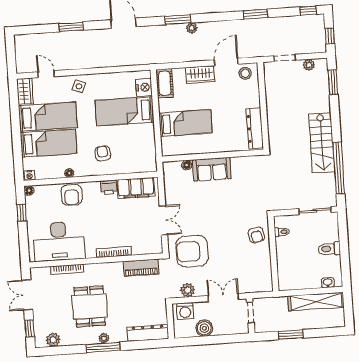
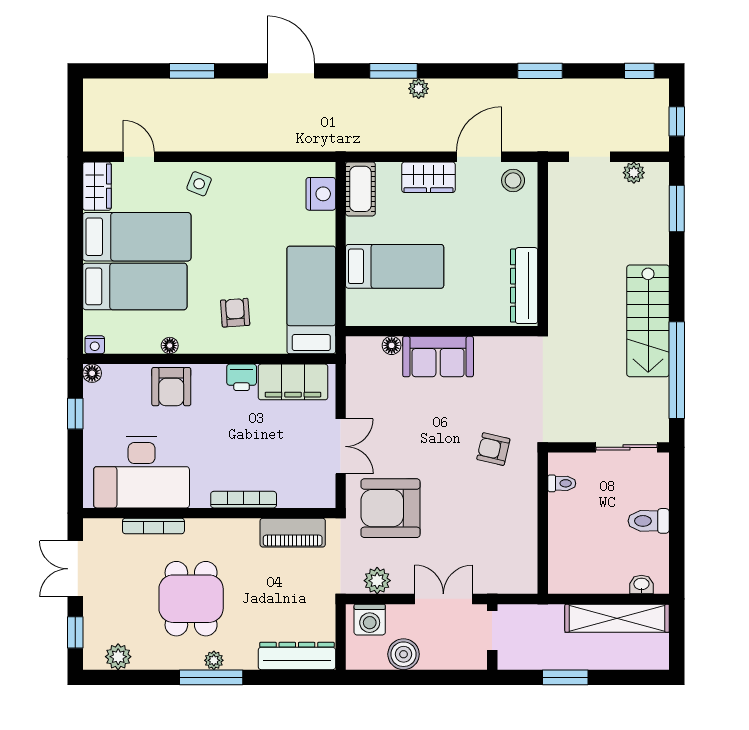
bed: (125, 111) -> (311, 300), moved, turned 90
armchair: (256, 235) -> (493, 449), moved, turned 114

